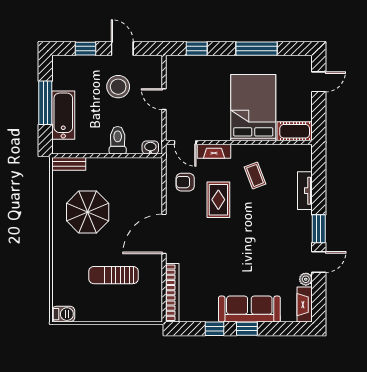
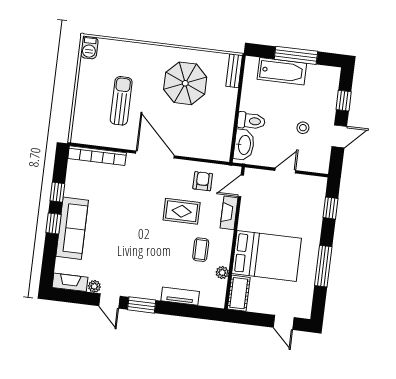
stool: (118, 87) -> (303, 128), width x0.53, depth x0.53
washbasin: (150, 147) -> (244, 145), width x1.91, depth x1.45
plant: (276, 151) -> (222, 273), added
coffee table: (255, 175) -> (201, 250), turned -69

